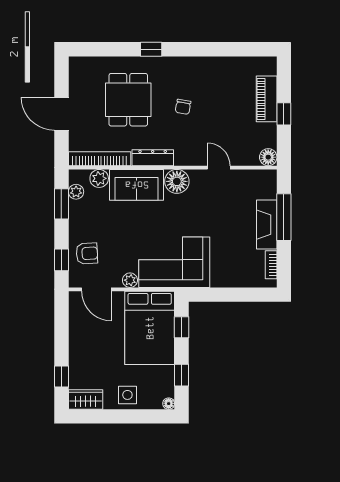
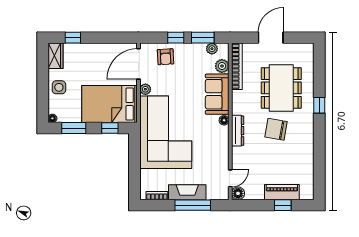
dining table: (128, 100) -> (281, 88), width x1.38
chair: (183, 107) -> (276, 129), width x1.87, depth x1.87
window: (284, 114) -> (283, 205), moved
dresser: (153, 158) -> (238, 131), moved
door: (219, 168) -> (230, 178), moved
floor lamp: (177, 181) -> (224, 120), width x0.53, depth x0.53
window: (61, 260) -> (176, 38), moved
corner sofa: (174, 262) -> (166, 132), width x1.36, depth x1.36
door: (96, 289) -> (138, 64), width x1.36
window: (182, 375) -> (74, 128), width x1.50

